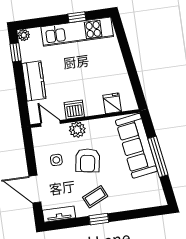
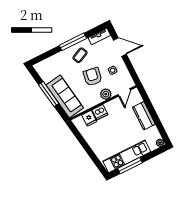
window: (77, 17) -> (130, 166), width x2.17
window: (16, 52) -> (161, 130), removed
dishwasher: (74, 110) -> (100, 112), moved
door: (50, 123) -> (124, 92), hinge flipped
window: (99, 219) -> (73, 42), width x2.17

